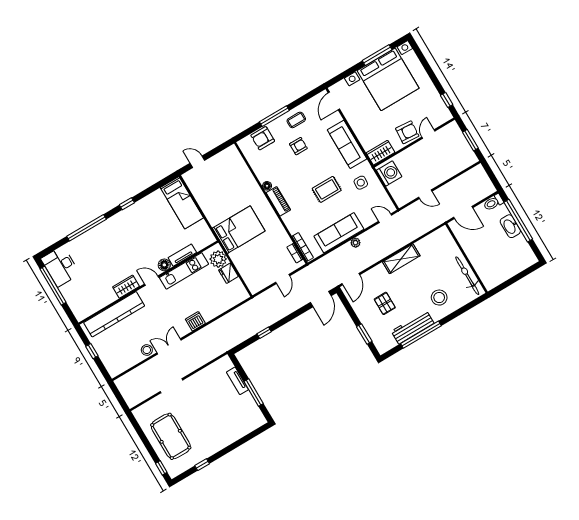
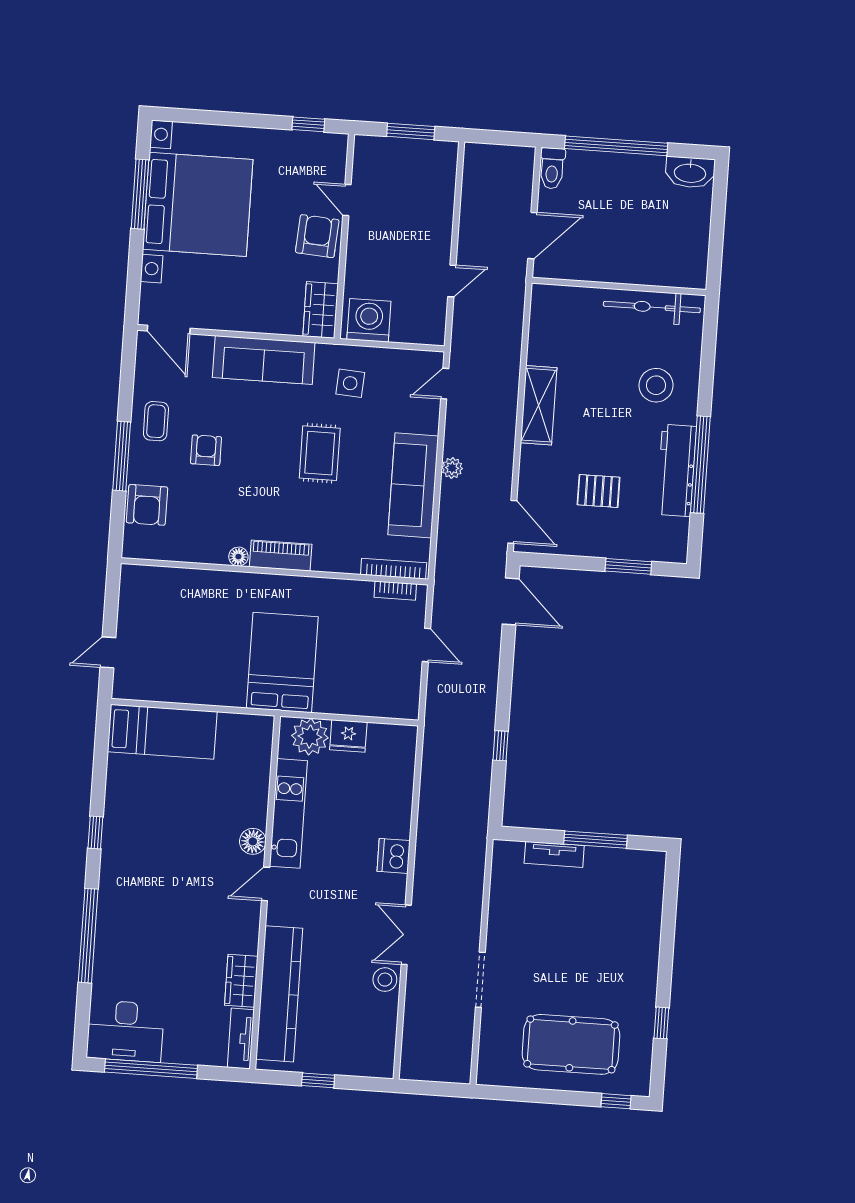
washbasin: (510, 226) -> (690, 172), moved
tv unit: (182, 255) -> (241, 1039), moved
wardrobe: (126, 287) -> (241, 981), moved

